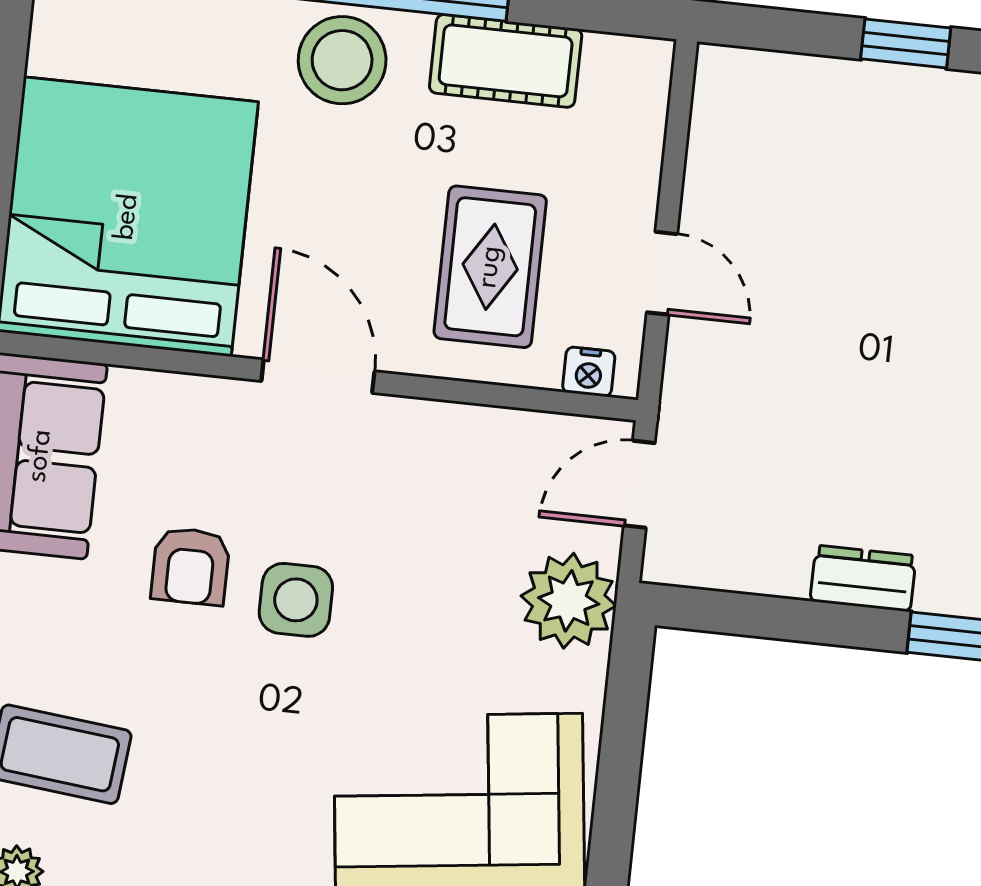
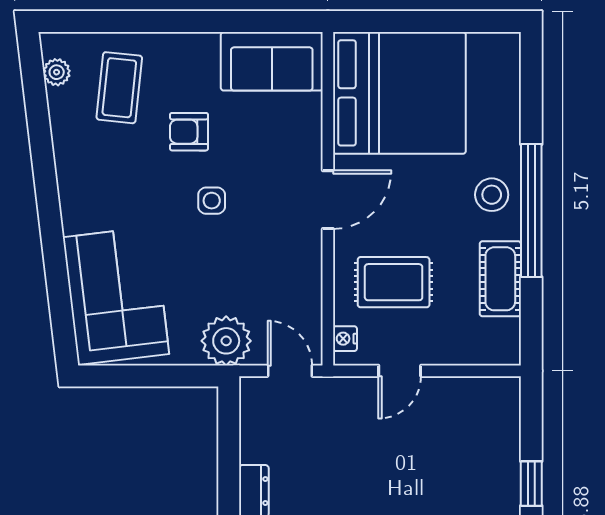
stool: (342, 60) -> (492, 195), width x0.73, depth x0.73
armchair: (190, 566) -> (189, 132), moved
side table: (296, 600) -> (212, 201), width x0.73, depth x0.73

